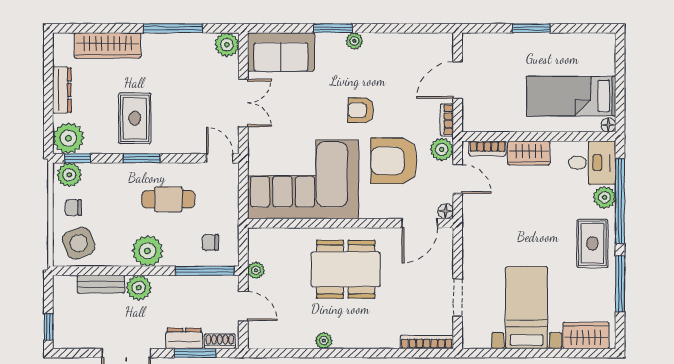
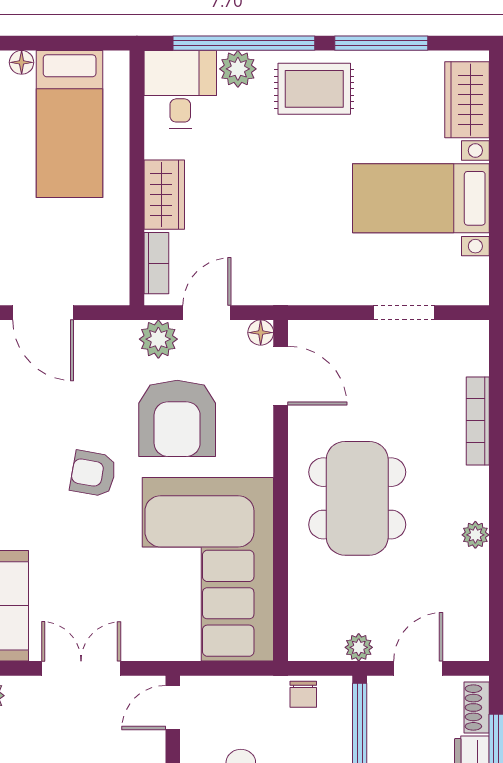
armchair: (361, 110) -> (93, 474), turned 100
bookcase: (447, 120) -> (109, 331), removed
floor lamp: (608, 125) -> (22, 62), moved
chair: (210, 242) -> (303, 694), moved
bookcase: (427, 342) -> (478, 421), moved

